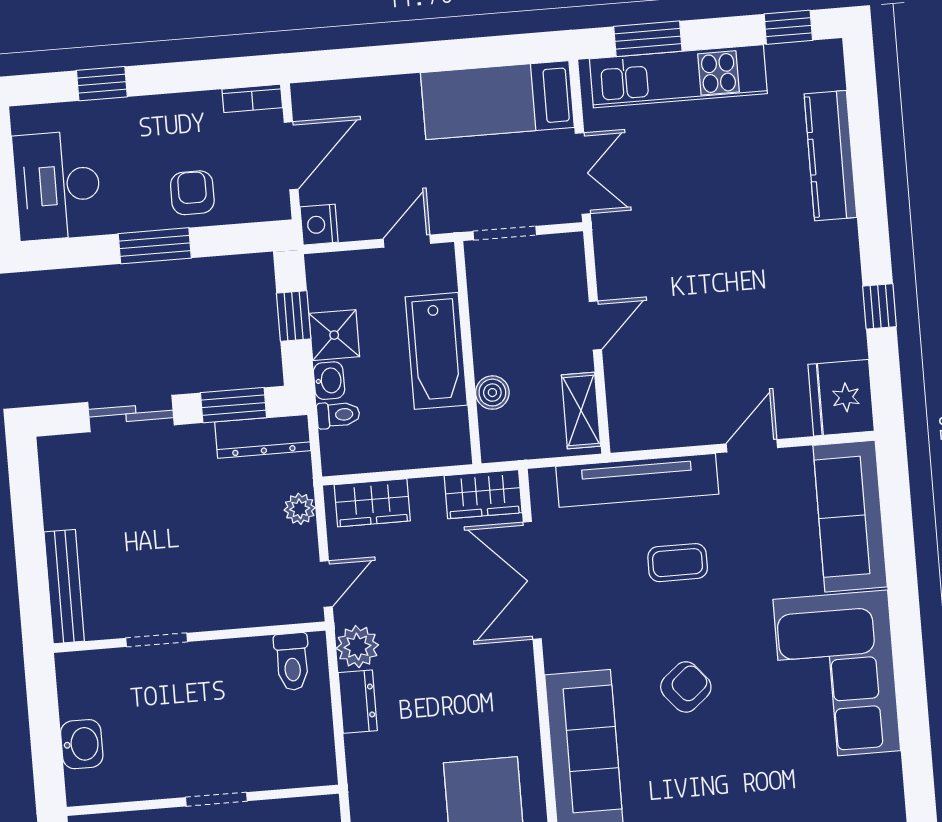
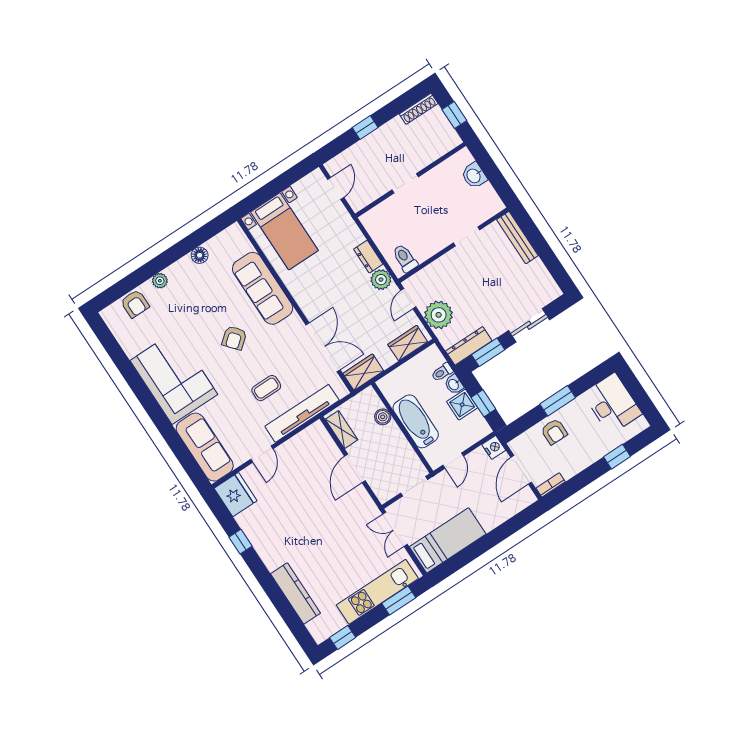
door: (595, 326) -> (355, 468), width x1.38
plant: (300, 509) -> (439, 315), width x1.87, depth x1.87

